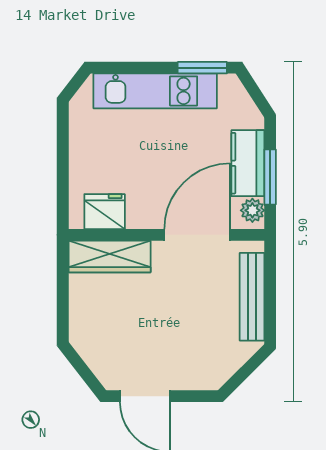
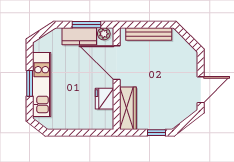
window: (202, 68) -> (30, 83), moved
fridge: (105, 212) -> (104, 99), moved
window: (63, 311) -> (156, 133), added

